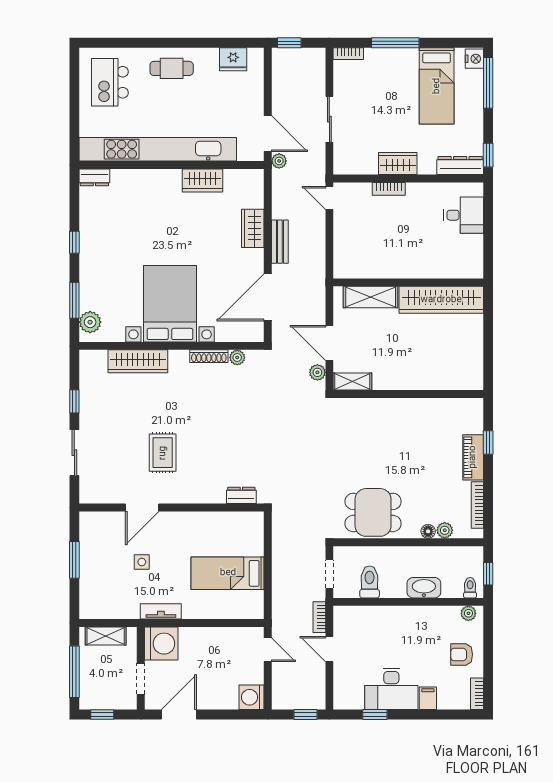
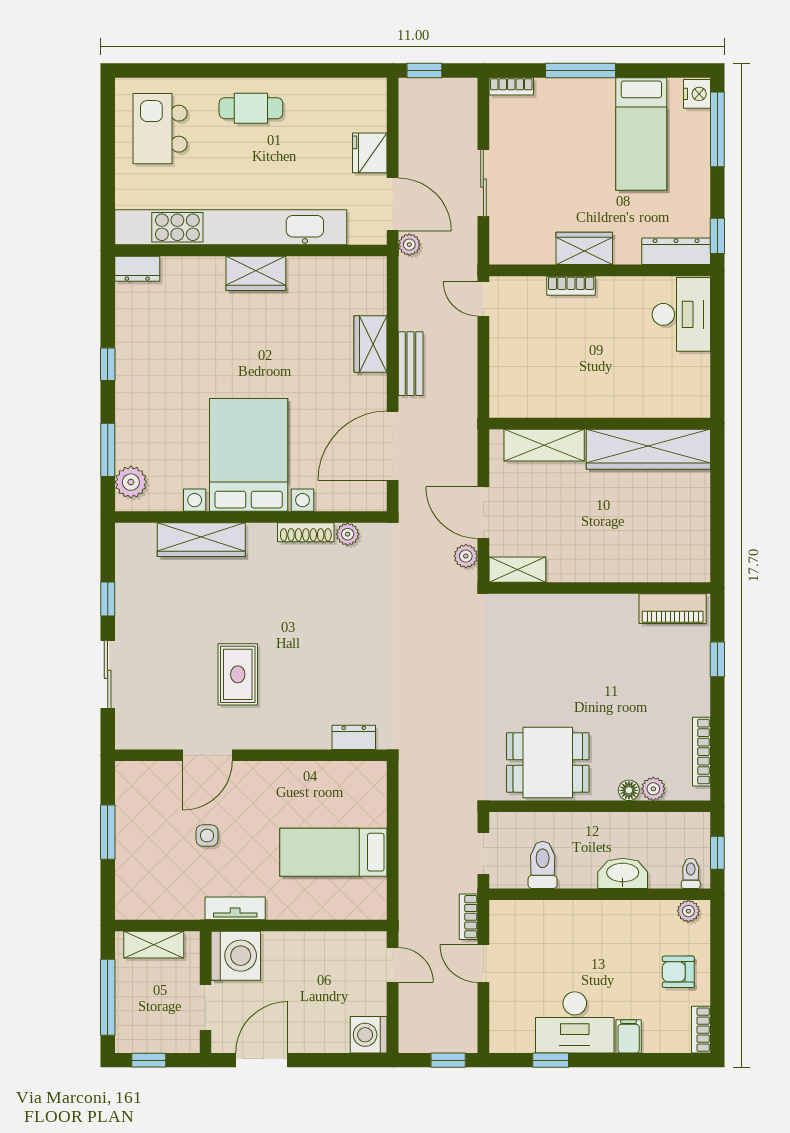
fridge: (233, 59) -> (370, 153), moved, turned 90
wardrobe: (202, 181) -> (256, 273), moved
desk: (464, 215) -> (681, 314), width x1.37
piano: (473, 457) -> (673, 609), moved, turned -90

